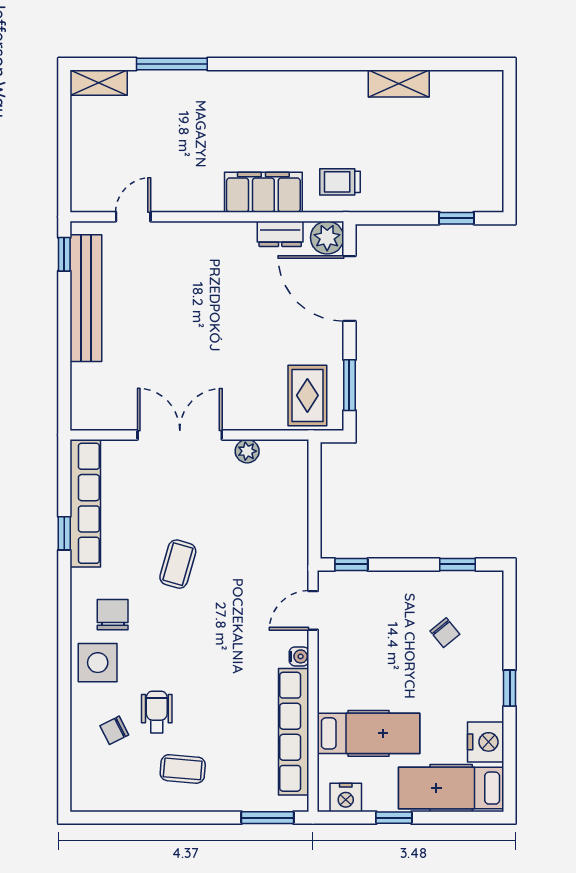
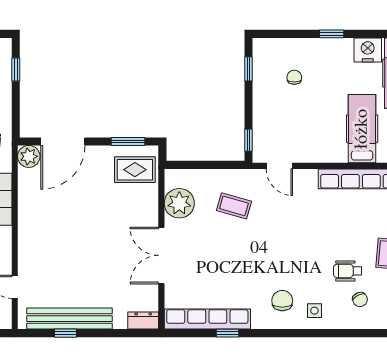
dresser: (280, 234) -> (143, 321), moved, turned -90
window: (64, 254) -> (65, 333), moved
plant: (247, 451) -> (179, 203), width x1.87, depth x1.87
coffee table: (178, 564) -> (234, 206), moved
chair: (113, 615) -> (282, 301), turned 90
chair: (445, 633) -> (294, 77), turned -51
water cooler: (299, 656) -> (310, 175), removed
side table: (98, 663) -> (314, 311), width x0.54, depth x0.54

